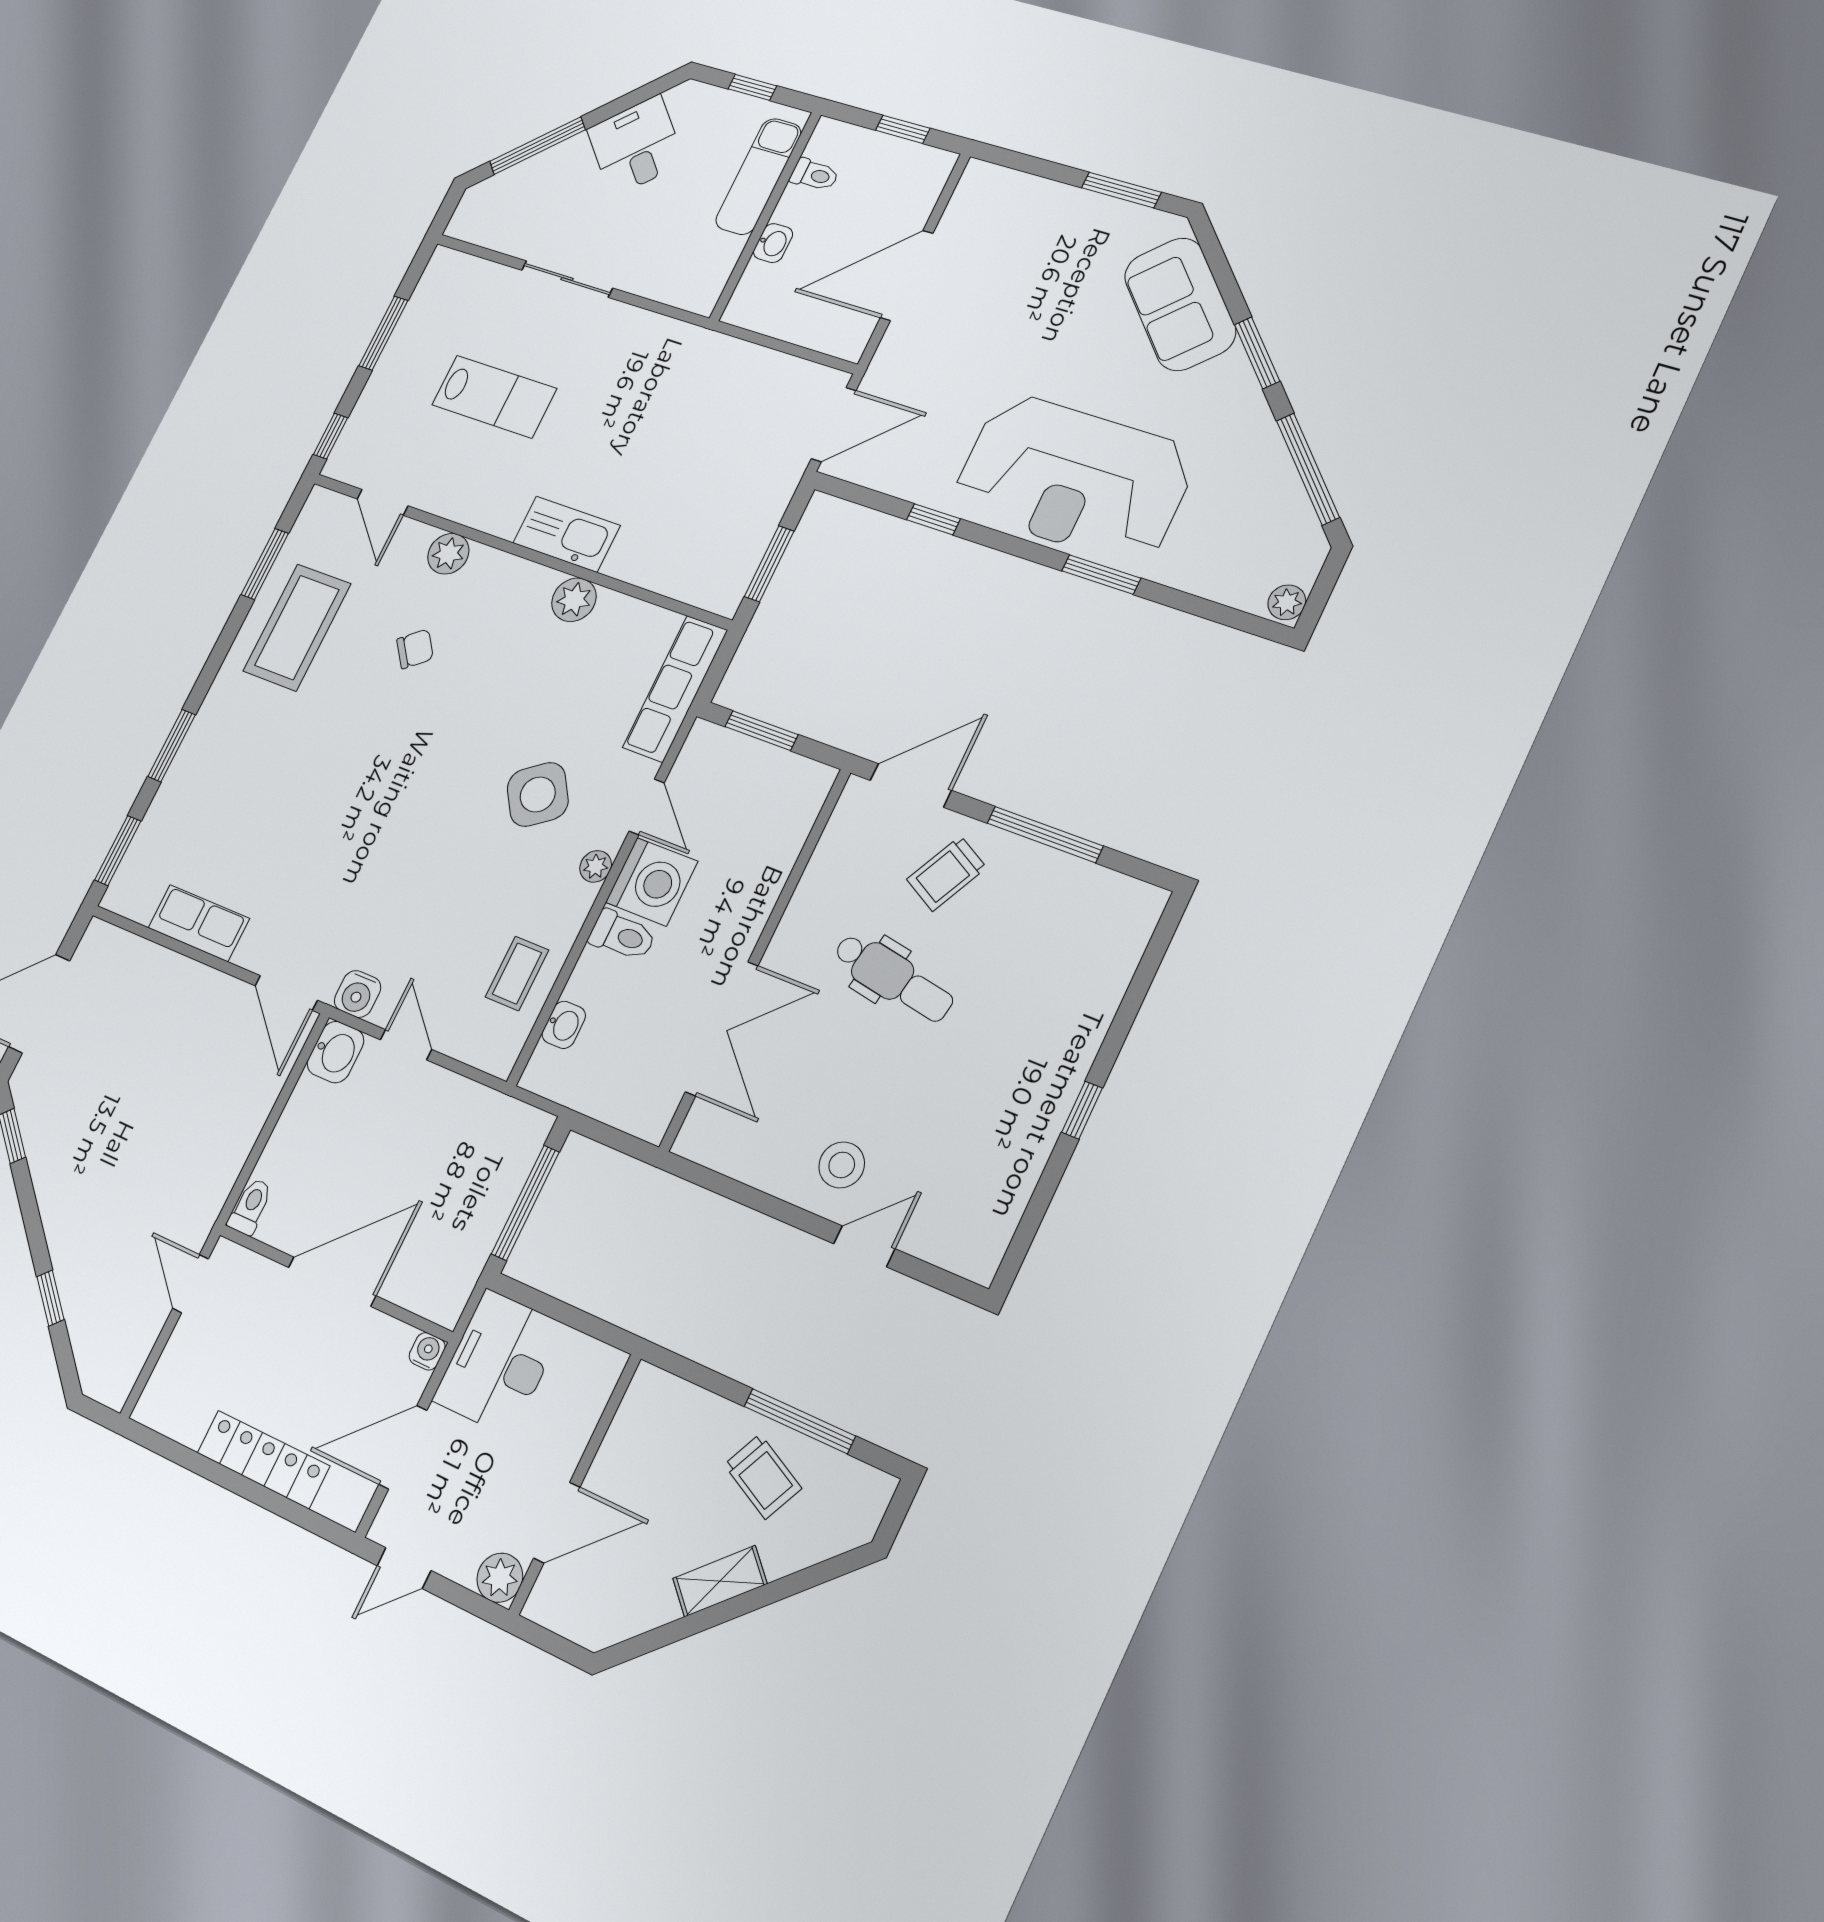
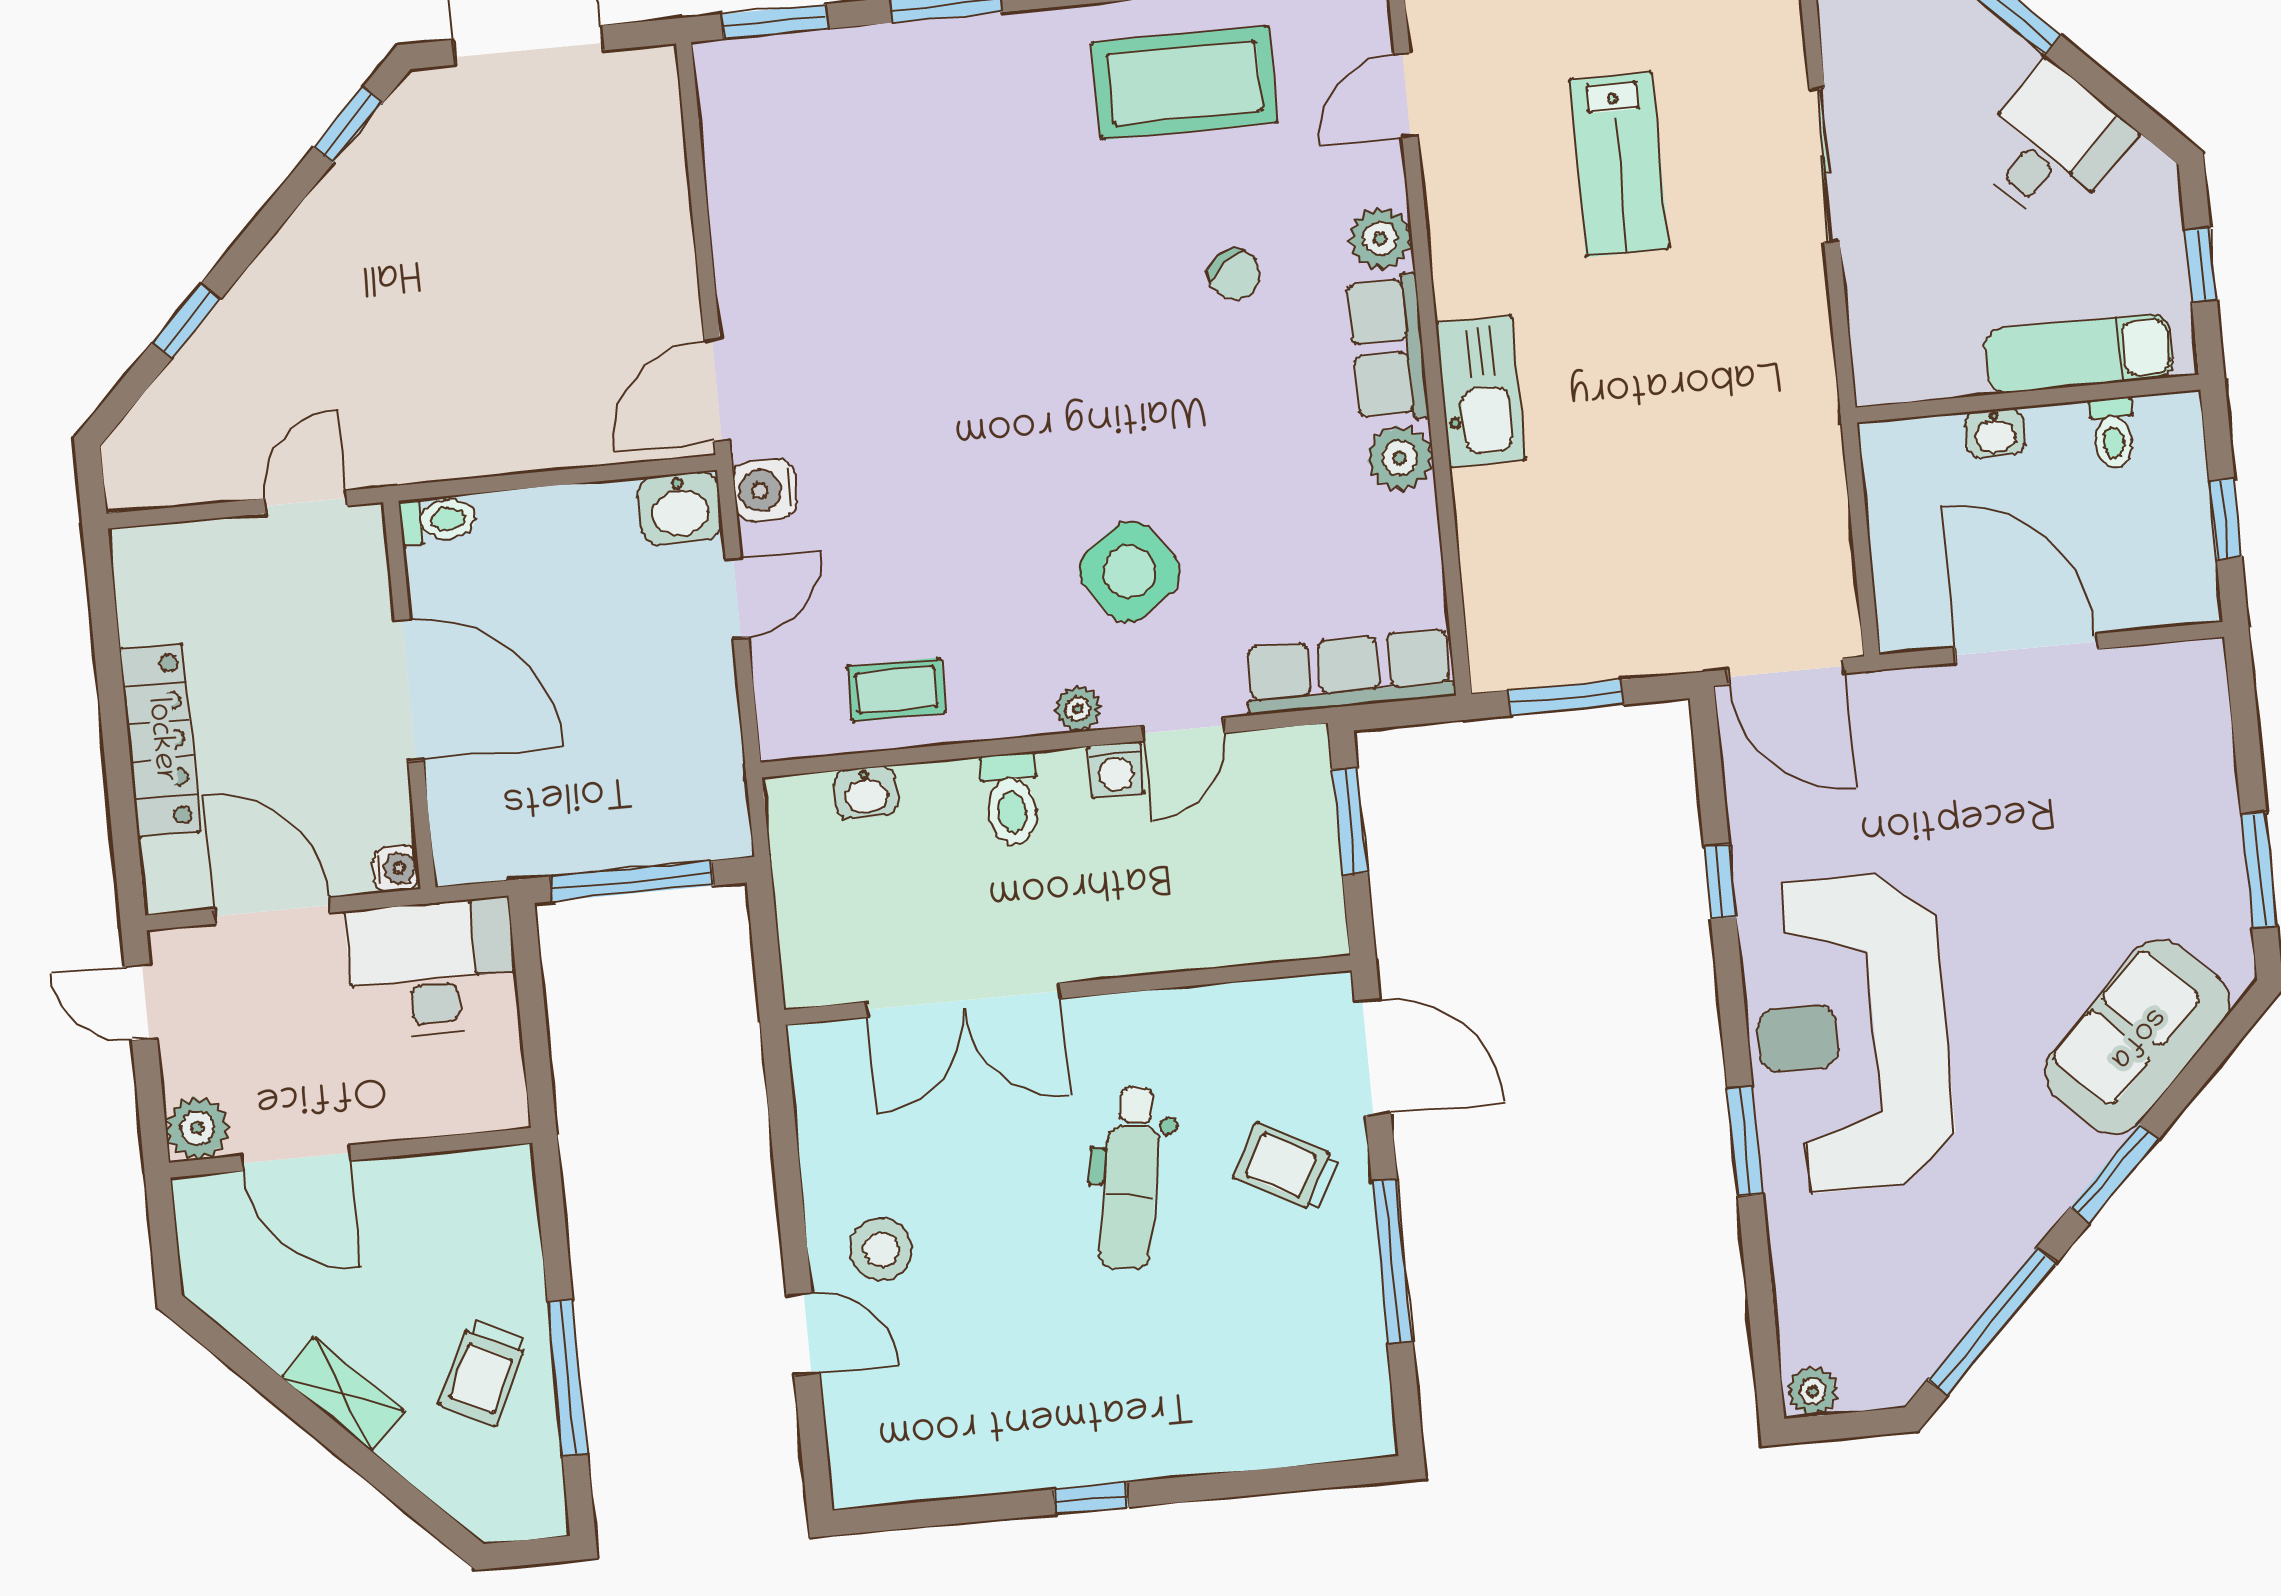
washing machine: (652, 882) -> (1116, 770), width x0.53, depth x0.53
row of seats: (199, 923) -> (1388, 348), moved, turned 180

